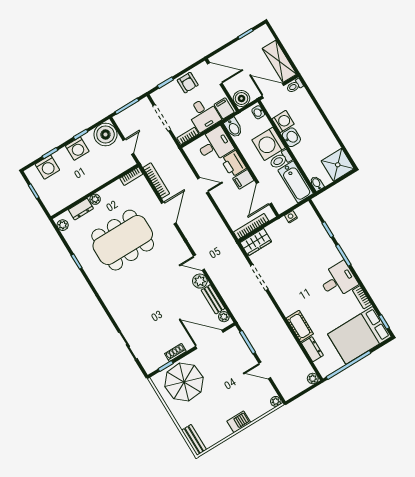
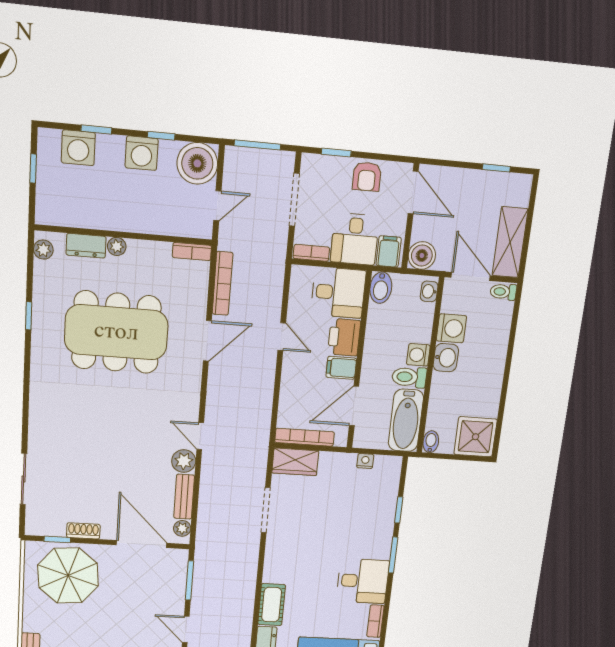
washing machine: (269, 144) -> (418, 355), width x0.53, depth x0.53

